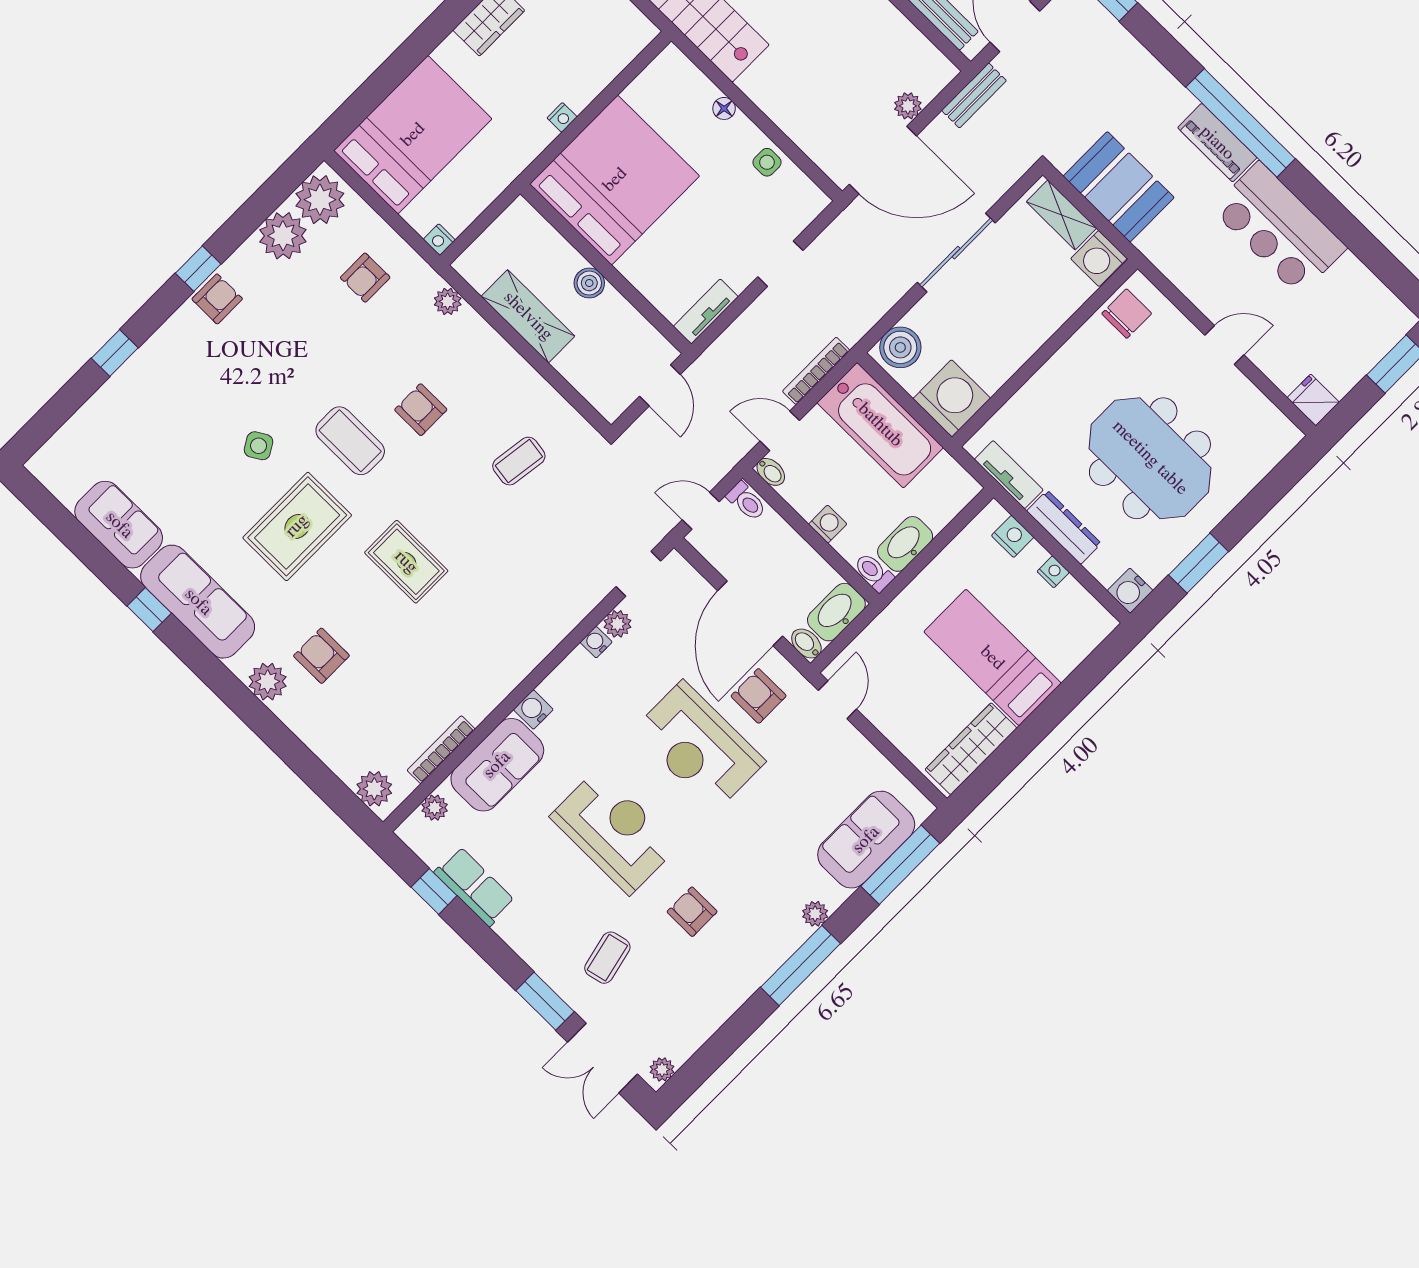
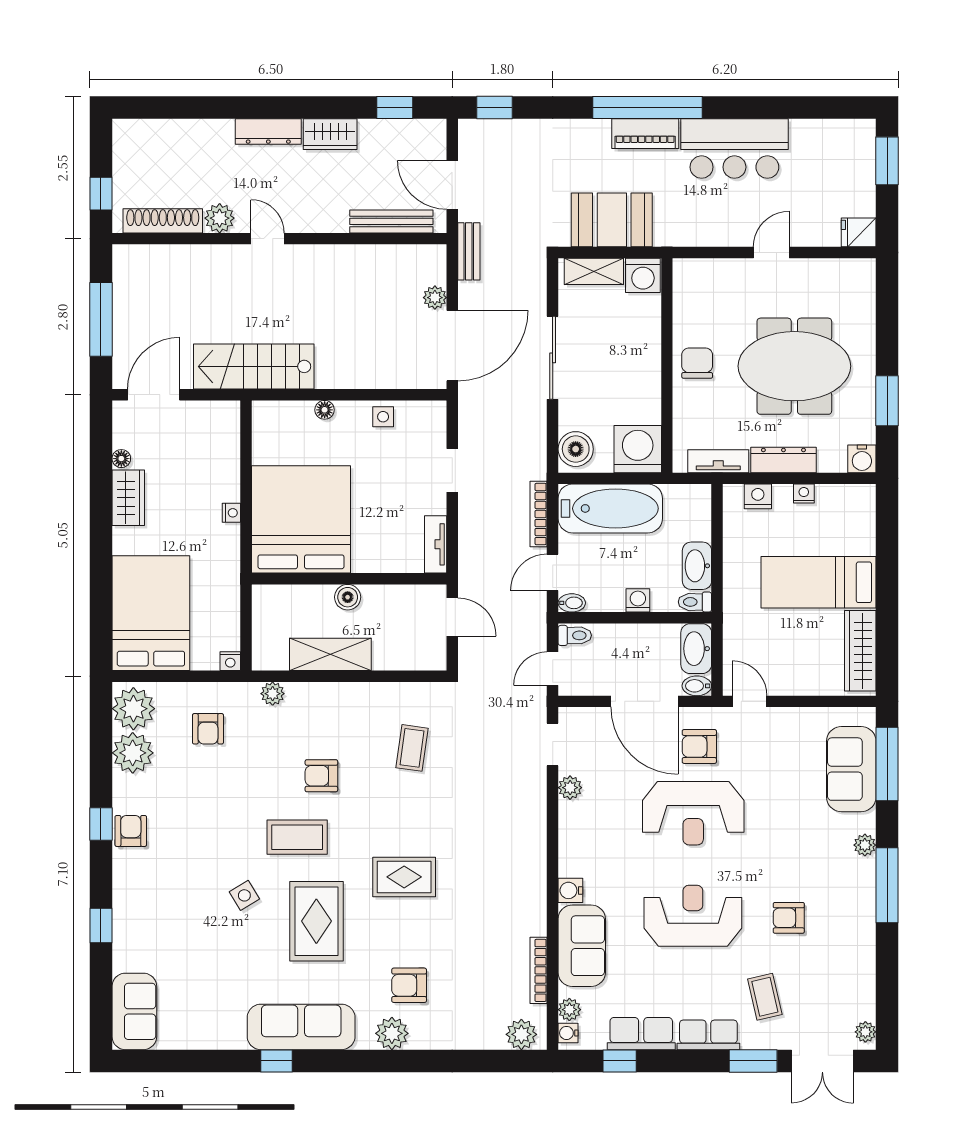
chair: (1127, 314) -> (697, 363), moved
sofa: (119, 525) -> (134, 1011), moved, turned 90
water cooler: (596, 642) -> (568, 1033), moved
row of seats: (529, 943) -> (708, 1035), added

